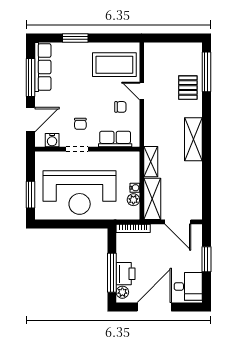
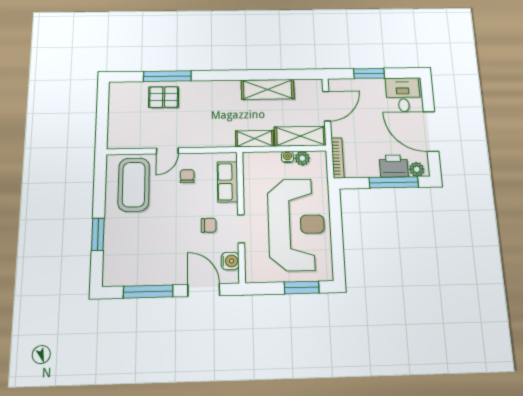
row of seats: (43, 67) -> (135, 275), removed
window: (206, 72) -> (167, 76), moved
shelving: (193, 139) -> (268, 89), moved

